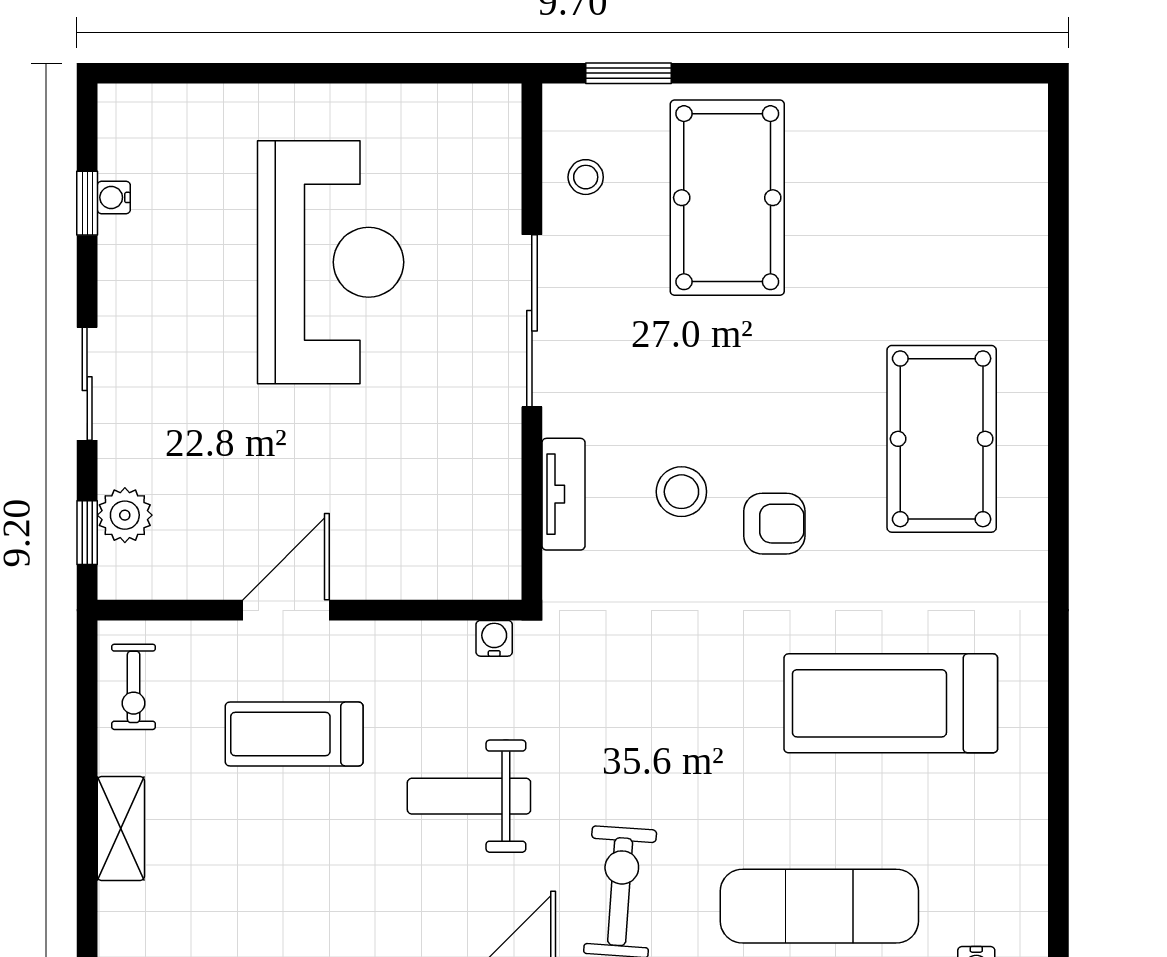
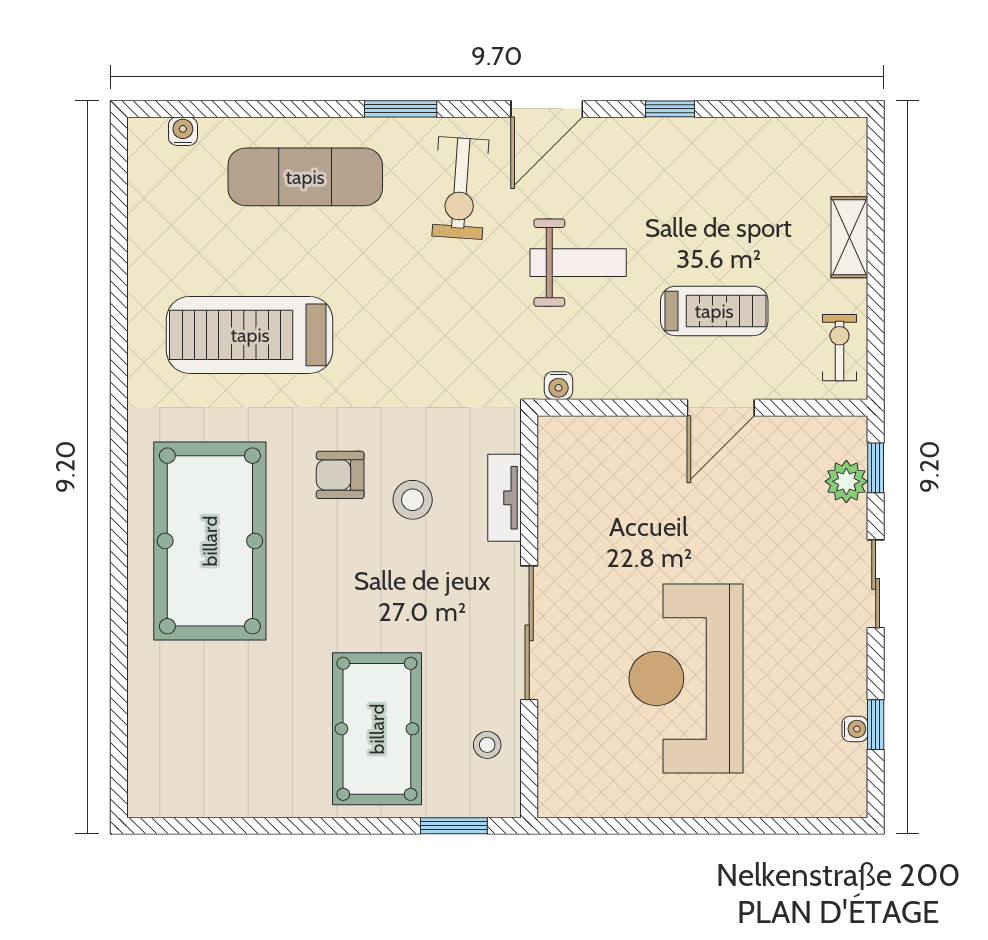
pool table: (942, 439) -> (210, 541), width x1.36, depth x1.32
treadmill: (891, 703) -> (250, 335), turned 180

